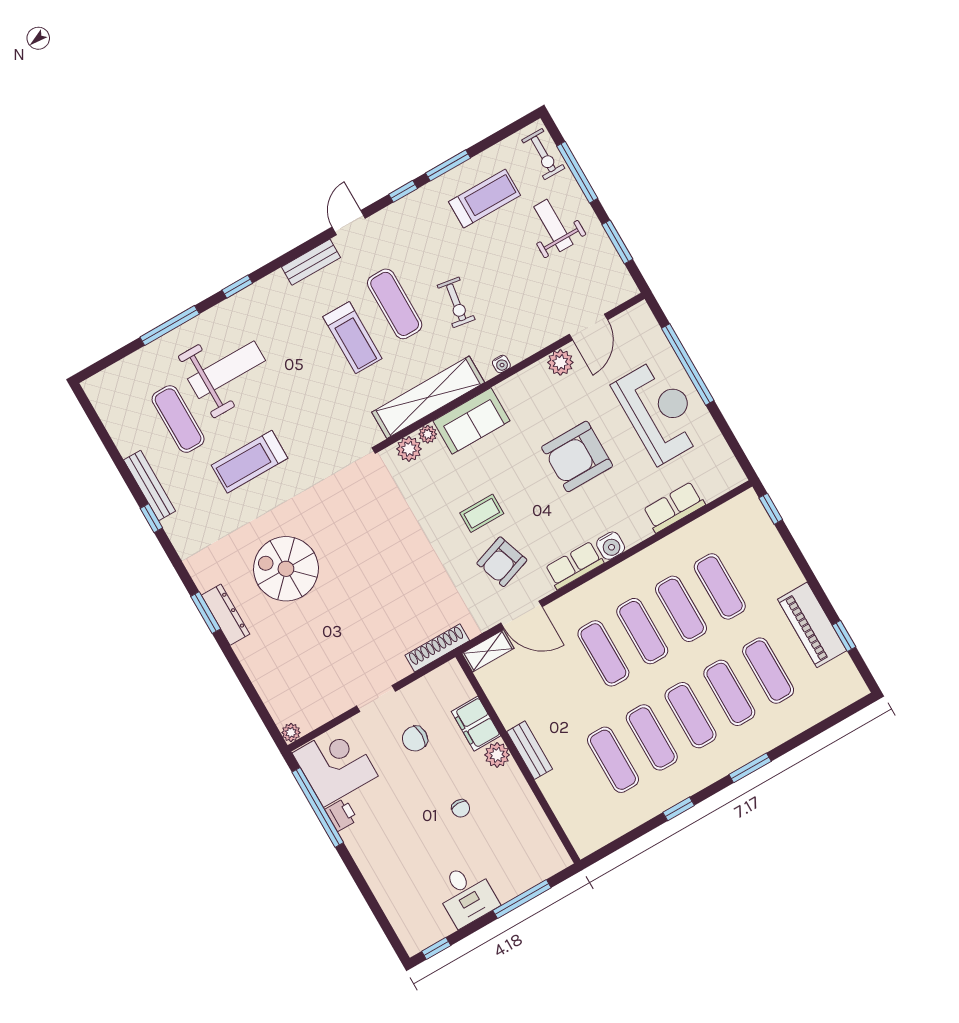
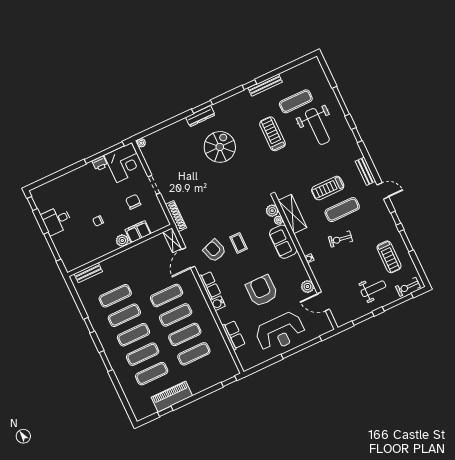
shelving: (428, 397) -> (292, 214), width x0.68
bench: (530, 750) -> (88, 273), moved

